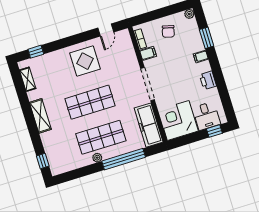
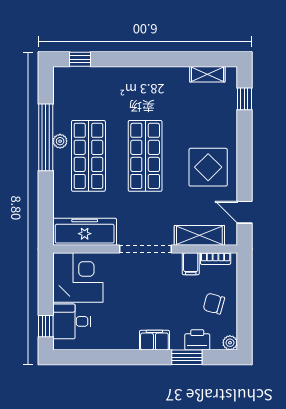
filing cabinet: (201, 57) -> (154, 340), width x2.00
printer: (208, 80) -> (197, 340), moved
shelving: (40, 116) -> (199, 235), moved
window: (124, 159) -> (46, 137), moved

